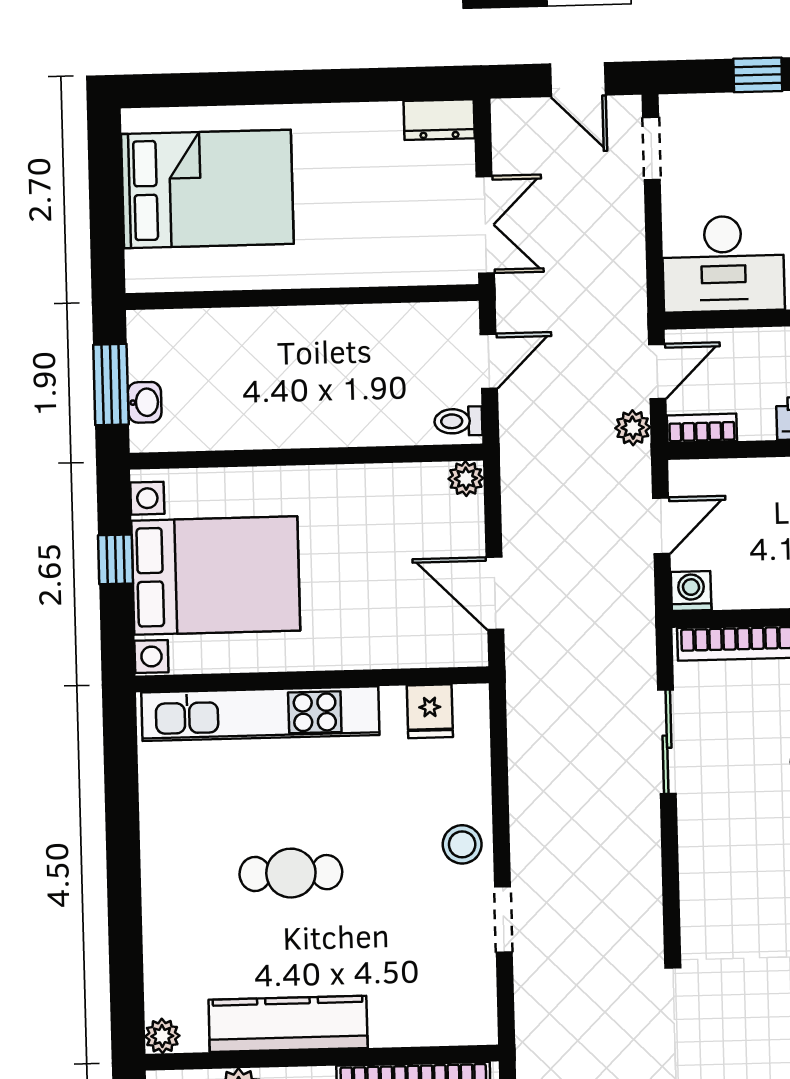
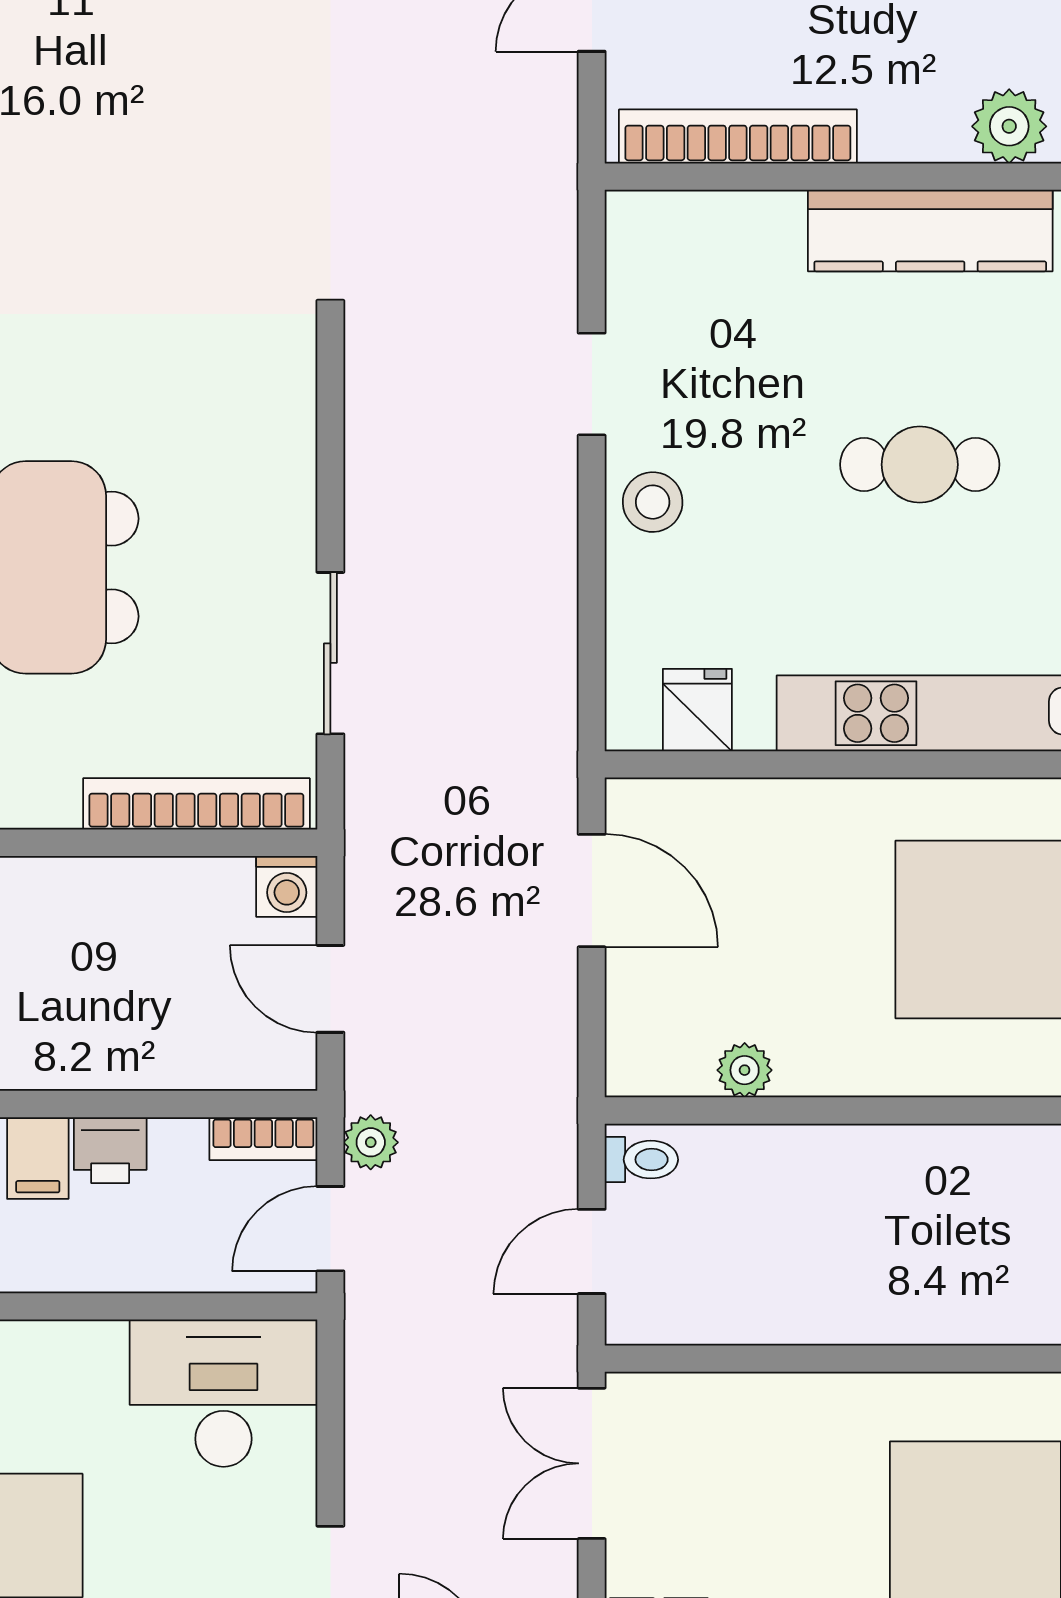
plant: (466, 479) -> (745, 1070), moved
door: (661, 526) -> (330, 989), hinge flipped

